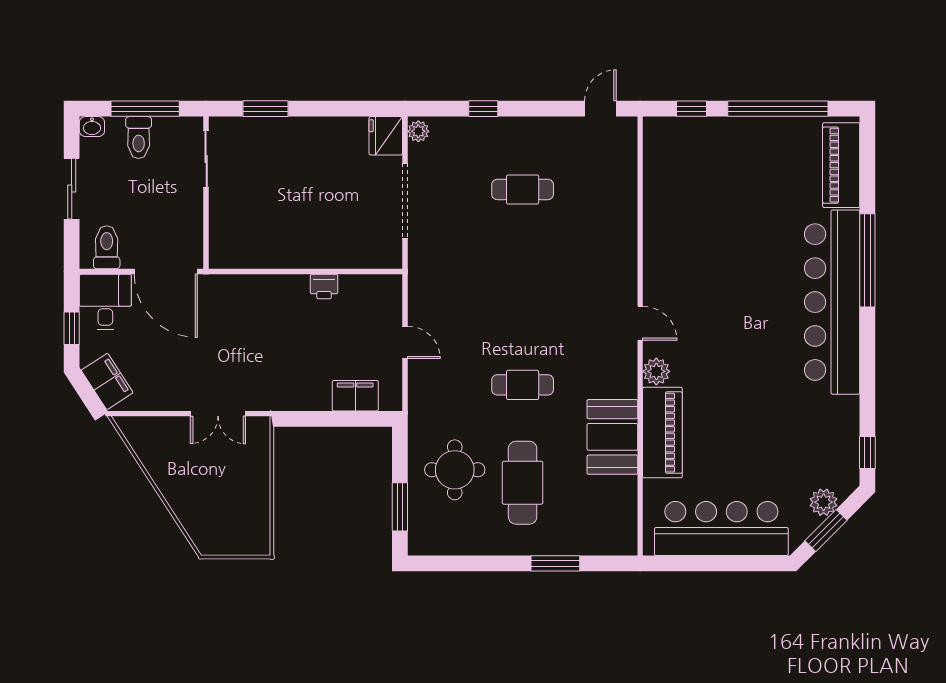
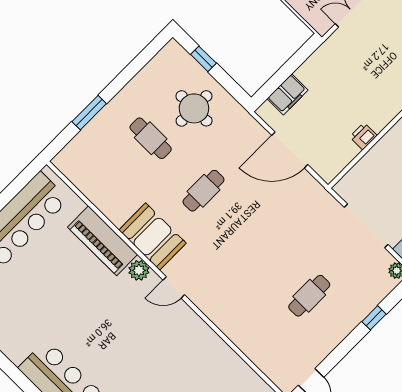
door: (405, 342) -> (290, 150), width x1.88
booth: (612, 437) -> (152, 237), moved
cafe table: (523, 483) -> (151, 138), width x0.73, depth x0.74
window: (400, 507) -> (203, 59), width x0.67

